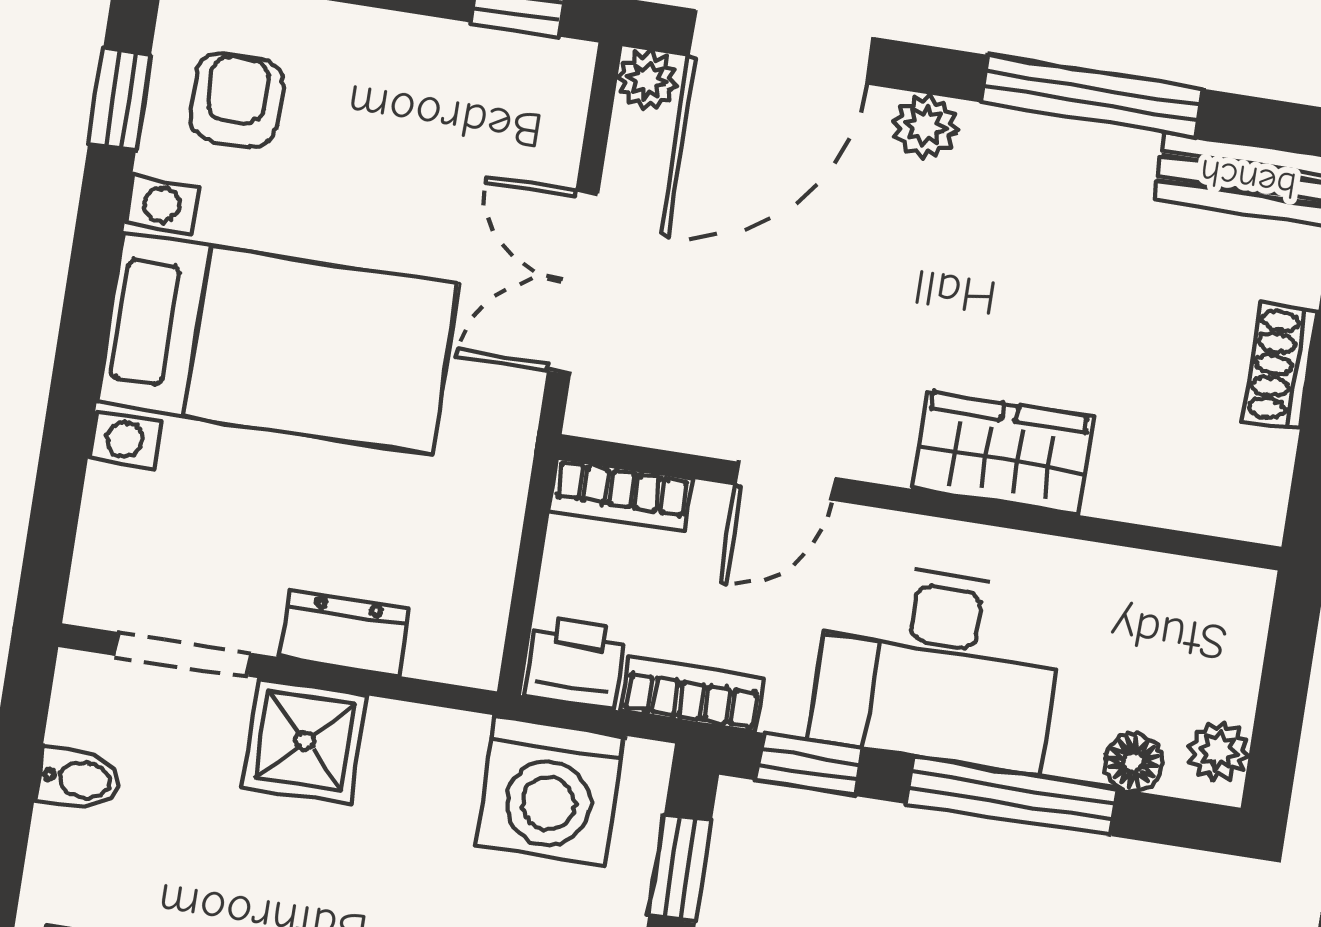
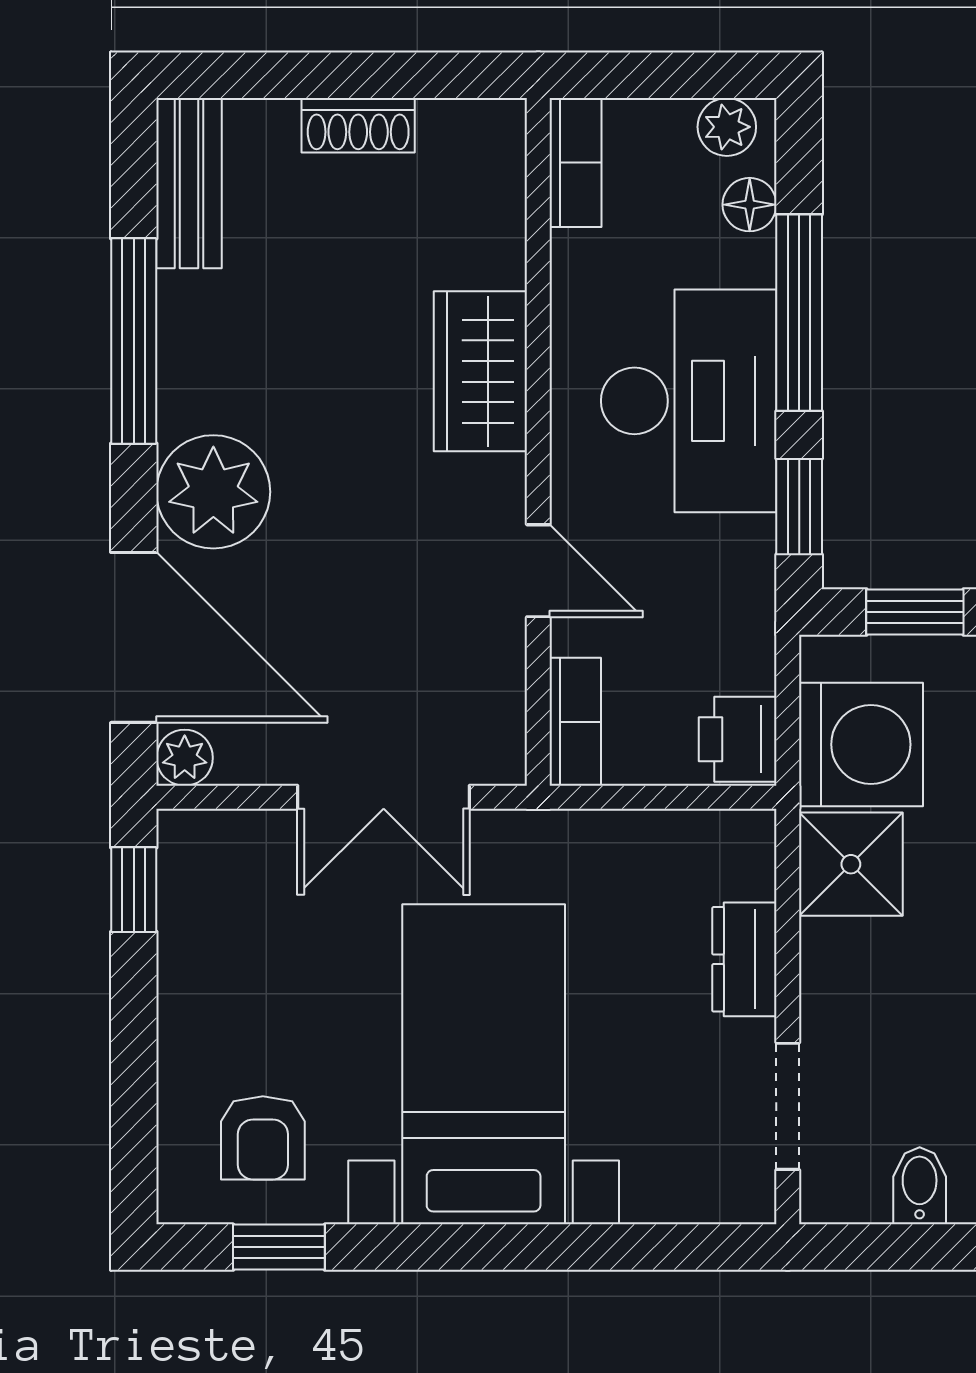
armchair: (237, 100) -> (263, 1138), turned -90
plant: (925, 126) -> (213, 492), width x1.88, depth x1.88
bookcase: (692, 694) -> (575, 162), moved, turned 180
shower: (305, 741) -> (851, 864), moved

